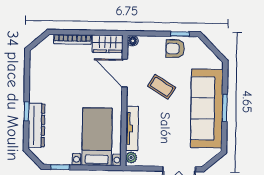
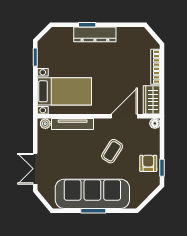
dresser: (36, 125) -> (95, 34), moved

